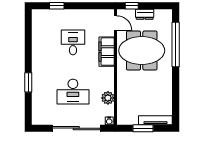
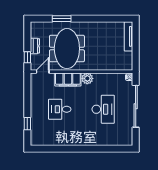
window: (176, 45) -> (62, 19), width x0.47
window: (28, 82) -> (95, 149), removed
plant: (108, 98) -> (87, 78), moved
window: (143, 128) -> (136, 47), removed

